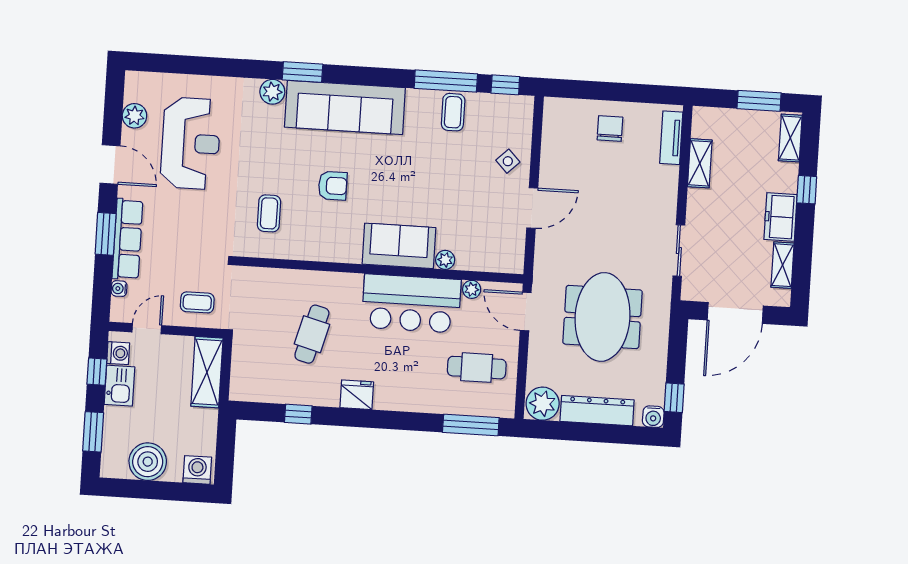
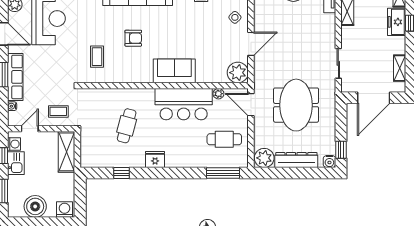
freezer: (781, 217) -> (397, 22), moved
plant: (445, 260) -> (238, 73), moved, width x1.87, depth x1.87

